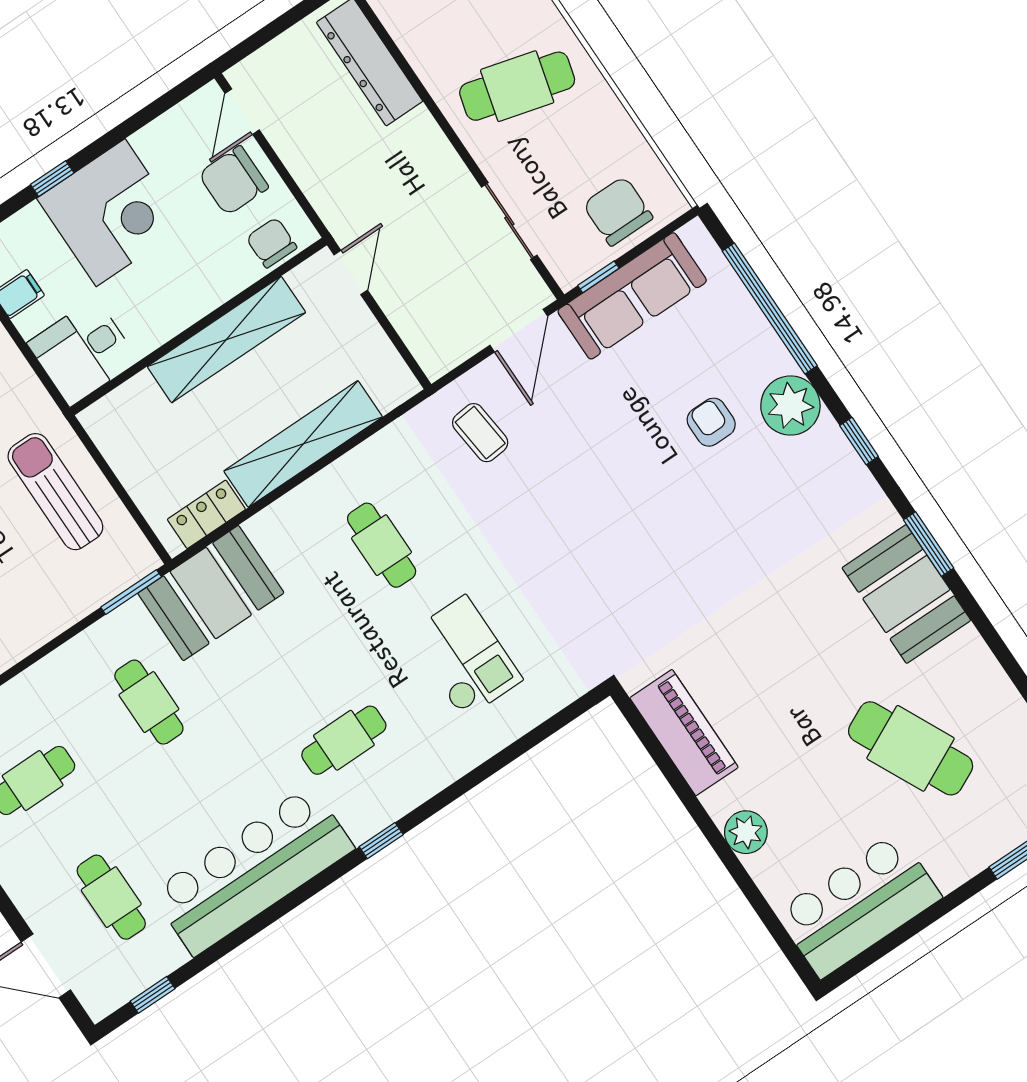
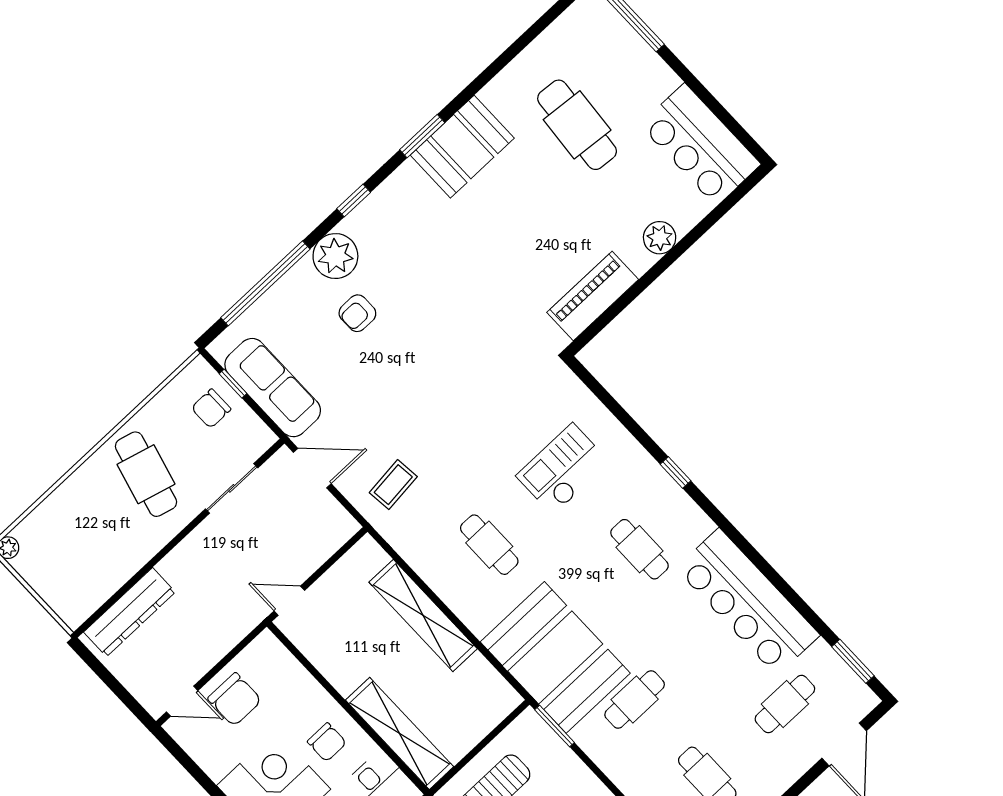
cafe table: (517, 86) -> (146, 474), moved
chair: (618, 211) -> (211, 409), width x0.73, depth x0.73
chair: (271, 243) -> (327, 742), moved, turned -90
window: (598, 277) -> (233, 384), moved
shelving: (226, 340) -> (399, 733), moved
locker: (206, 514) -> (487, 679), removed
cafe table: (382, 545) -> (489, 545), turned 90
booth: (211, 593) -> (555, 657), width x1.36, depth x1.42
cafe table: (911, 748) -> (577, 125), turned -59
window: (381, 841) -> (676, 472), moved
window: (153, 995) -> (853, 661), width x1.50

